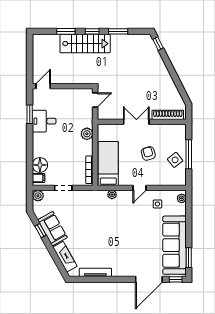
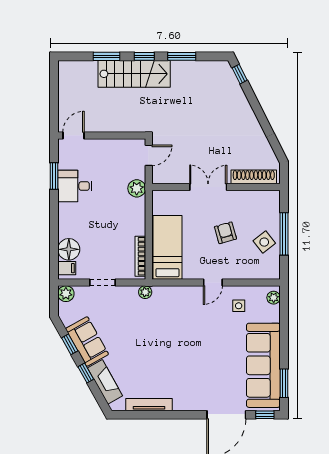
plant: (87, 134) -> (137, 188), moved
plant: (112, 195) -> (145, 292), moved
window: (52, 250) -> (86, 373), added

